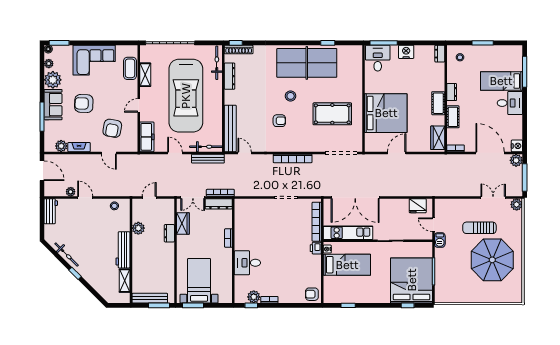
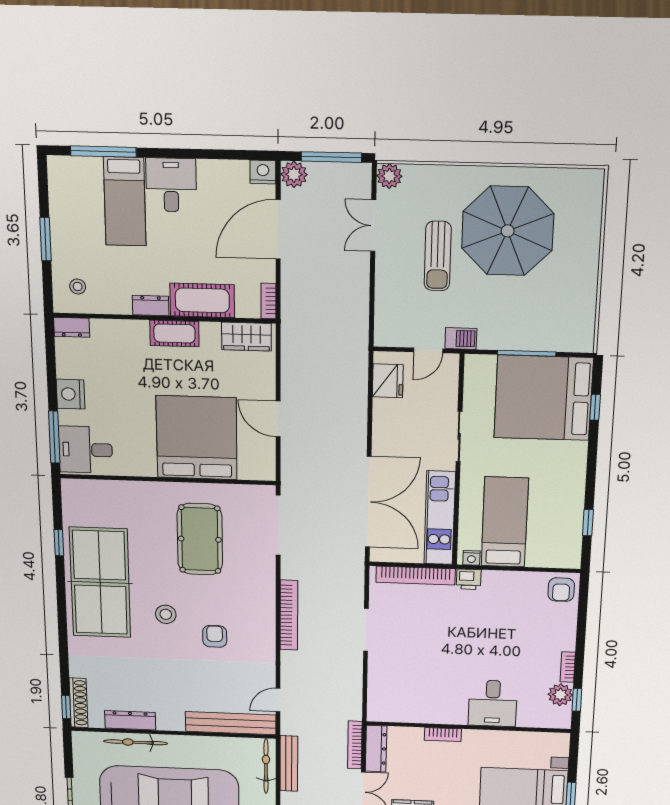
bicycle: (217, 63) -> (136, 742), moved
cot: (453, 117) -> (202, 300), width x1.37, depth x1.34

